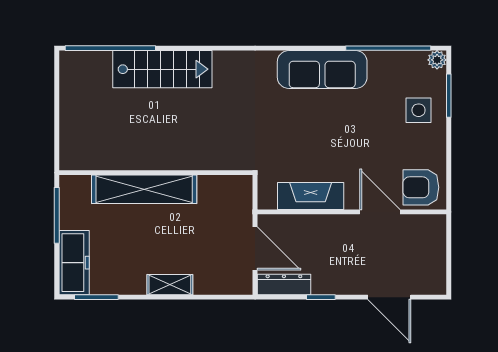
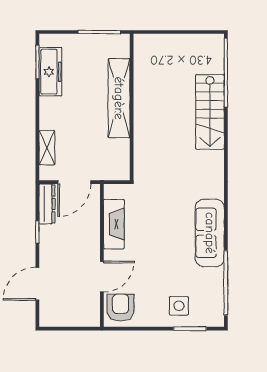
plant: (437, 60) -> (217, 320), removed
freezer: (74, 263) -> (50, 72), moved, turned -90
shelving: (170, 285) -> (47, 148), moved

